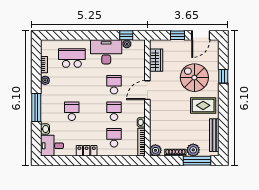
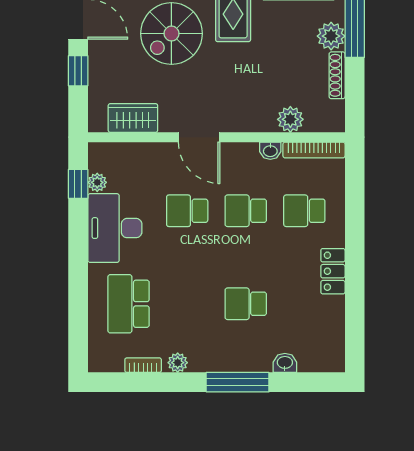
desk: (52, 146) -> (322, 347), removed
plant: (155, 150) -> (290, 119), moved

